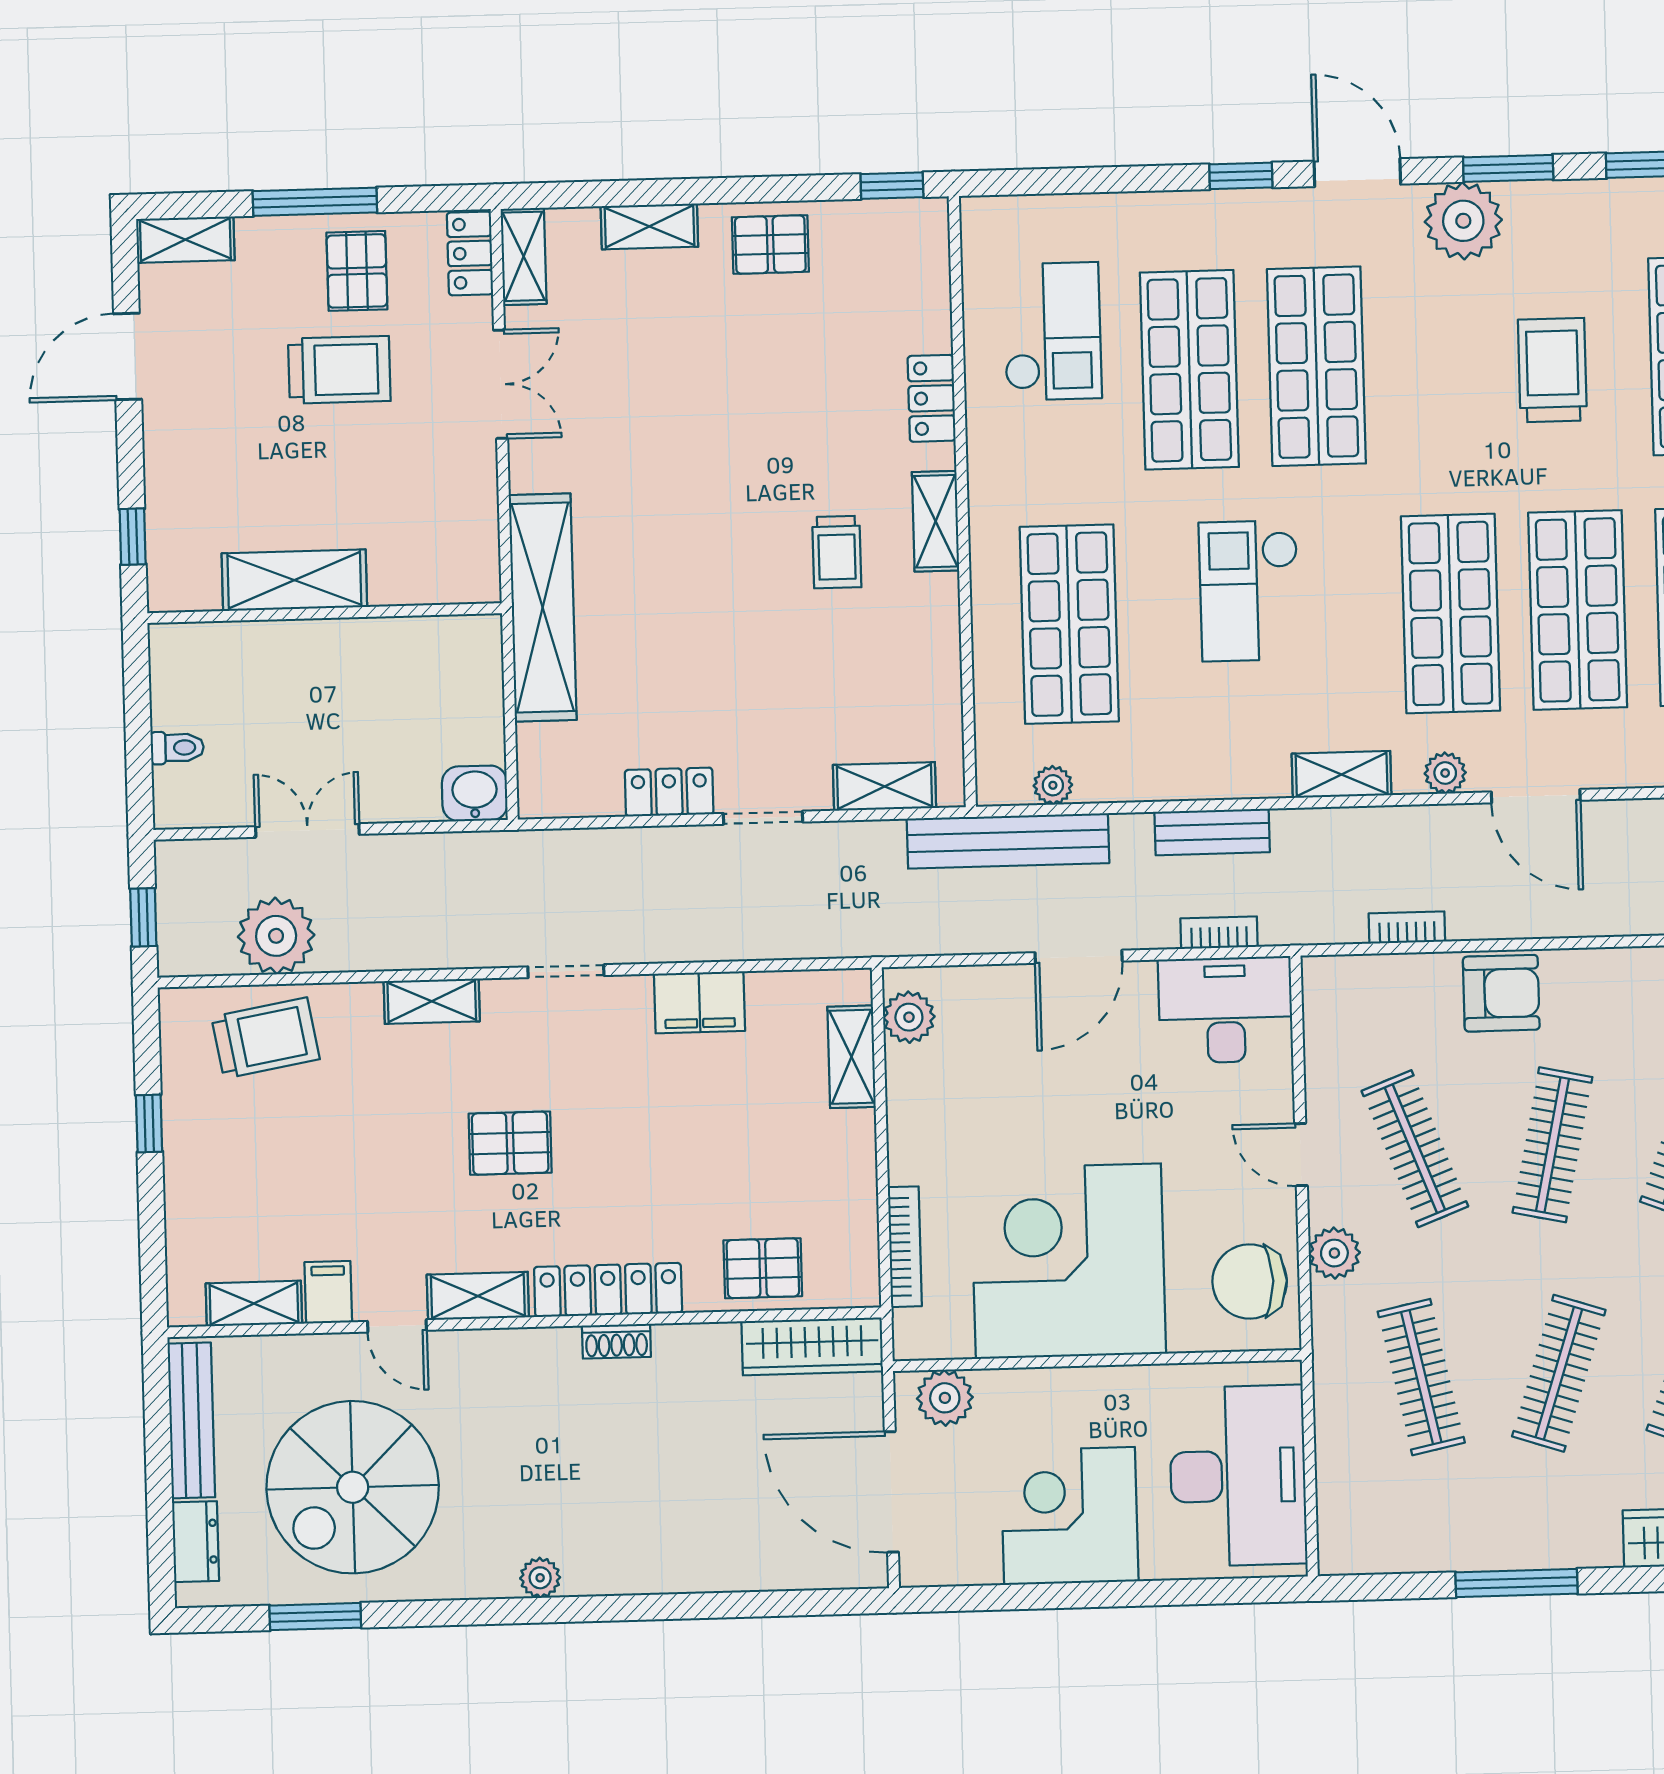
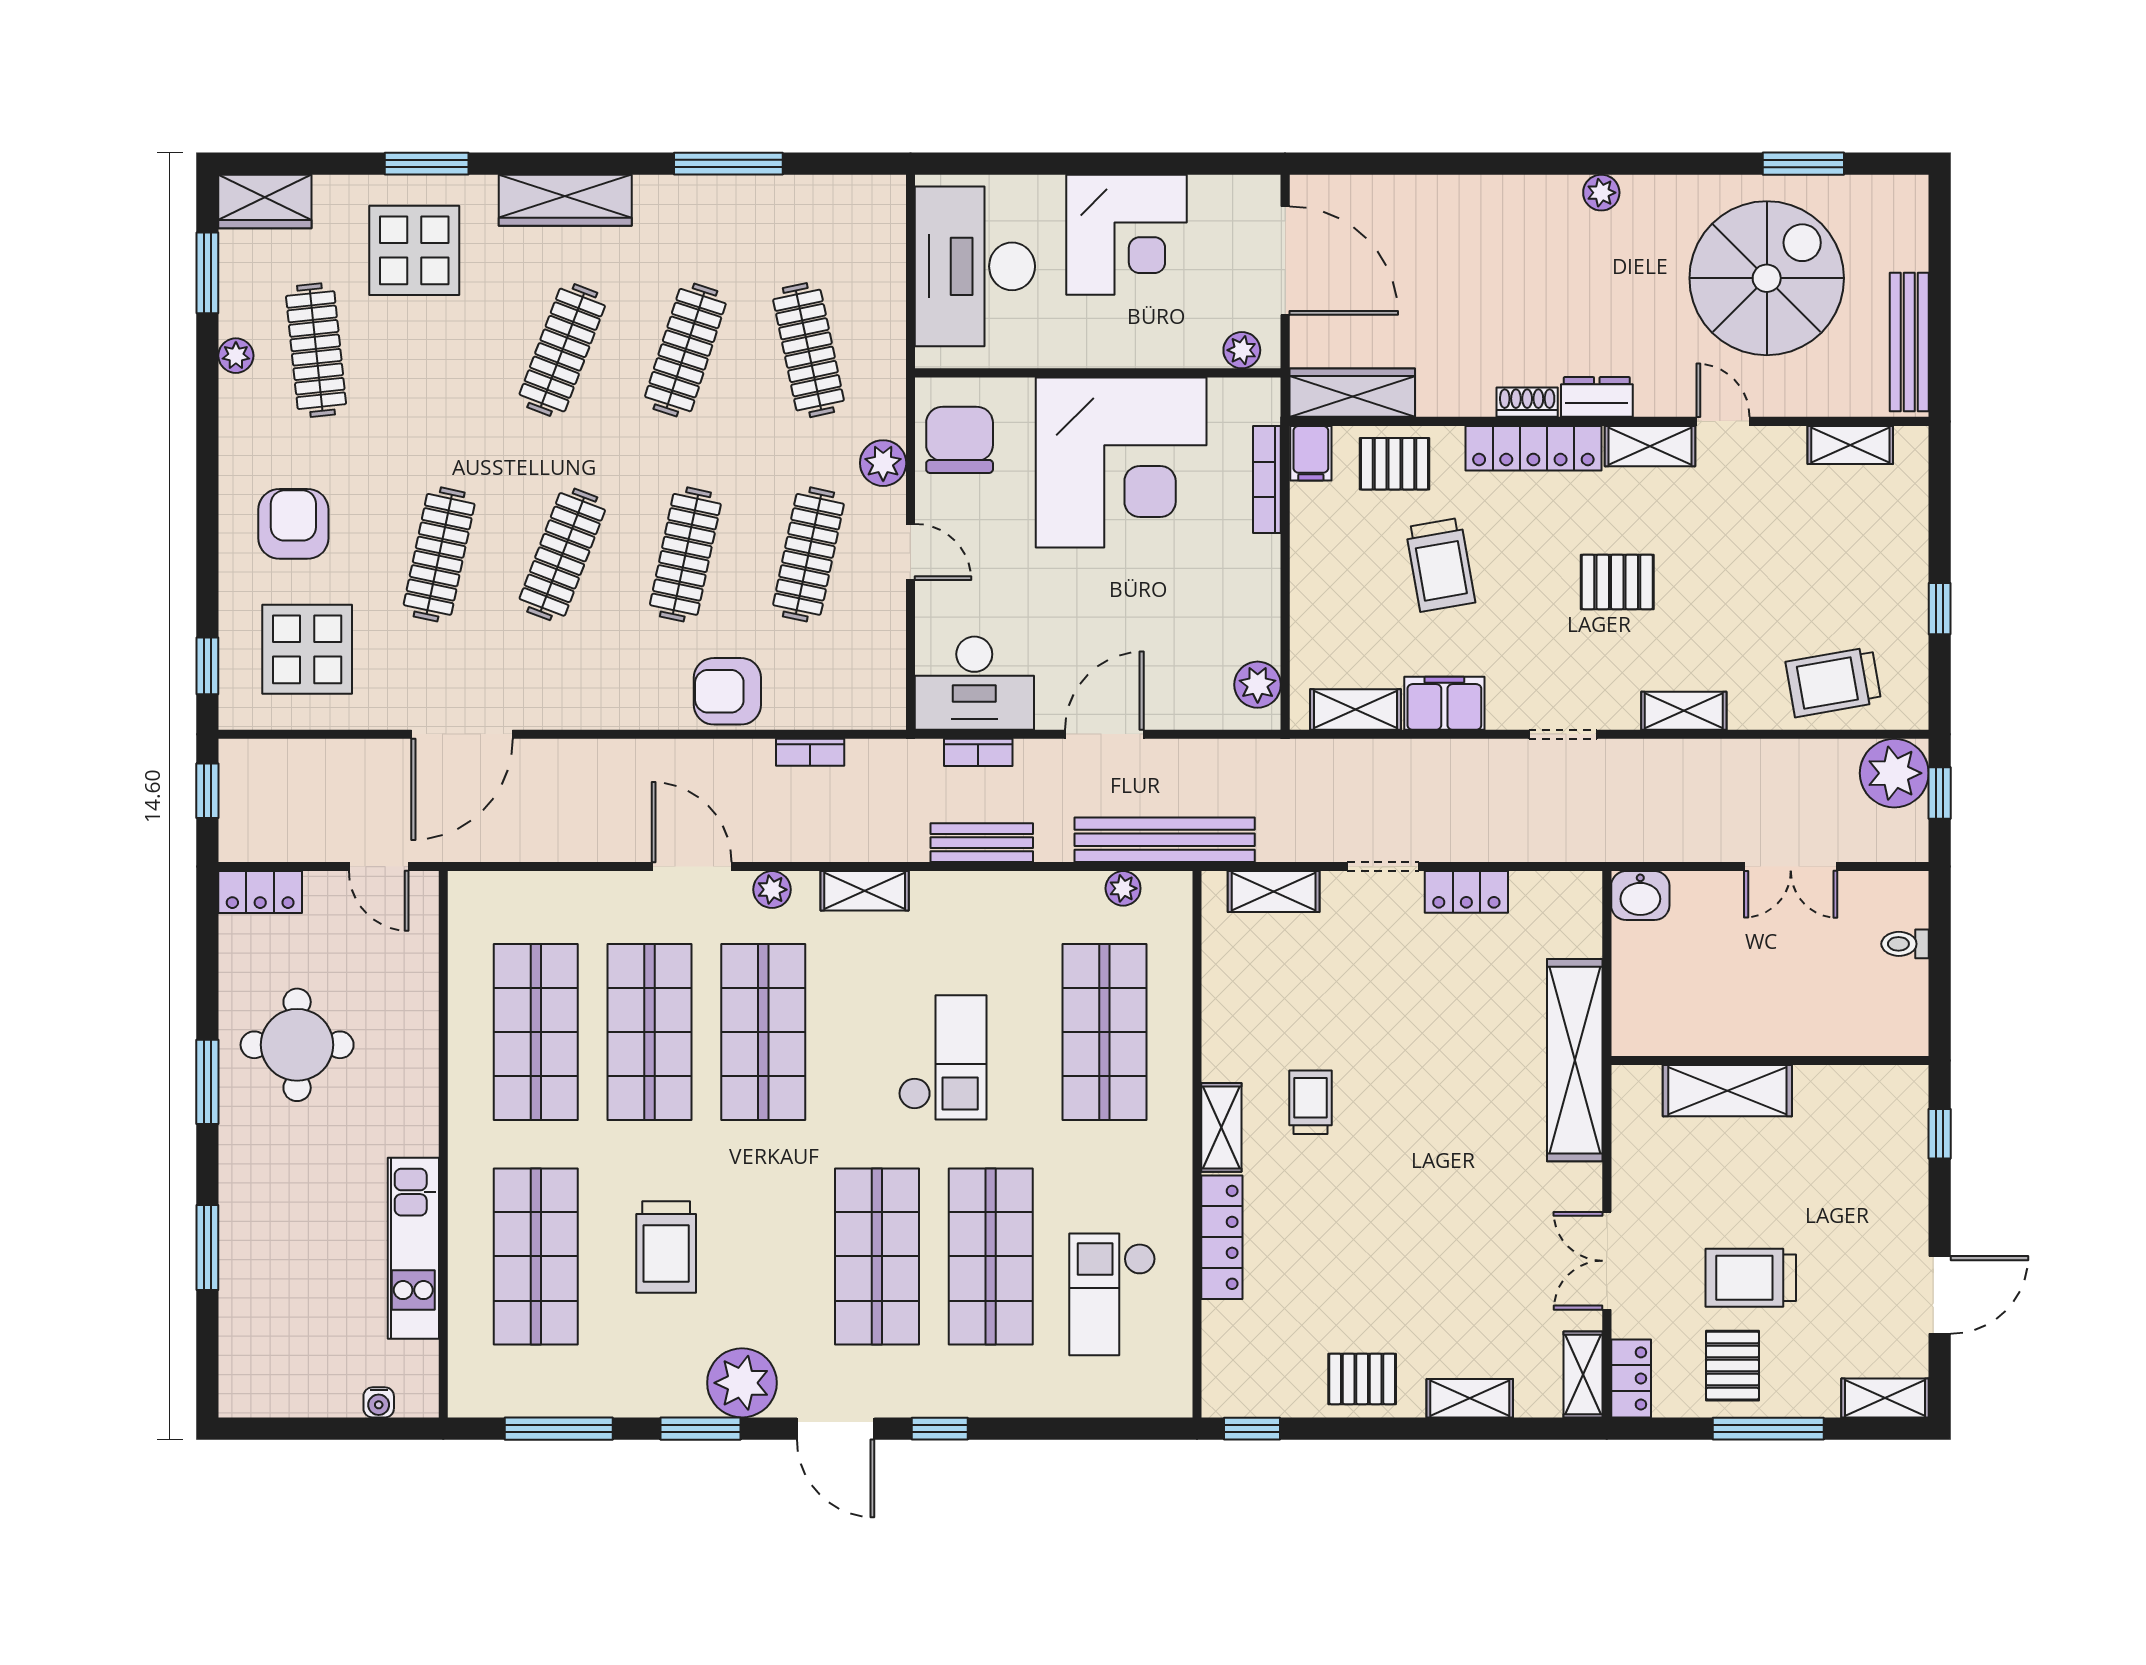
locker: (932, 398) -> (1222, 1237), width x1.53
shelving: (294, 580) -> (1727, 1091), moved
plant: (276, 936) -> (1894, 773), moved
shelving: (851, 1057) -> (1355, 710), moved, turned 90
clothes rail: (1415, 1149) -> (808, 554), turned 33
trolley: (708, 1157) -> (1440, 565), added
chair: (1250, 1281) -> (960, 440), turned -90
filing cabinet: (328, 1292) -> (1311, 453), moved
plant: (945, 1398) -> (1242, 350), width x0.73, depth x0.73
dresser: (195, 1542) -> (1597, 397), moved, turned 90

